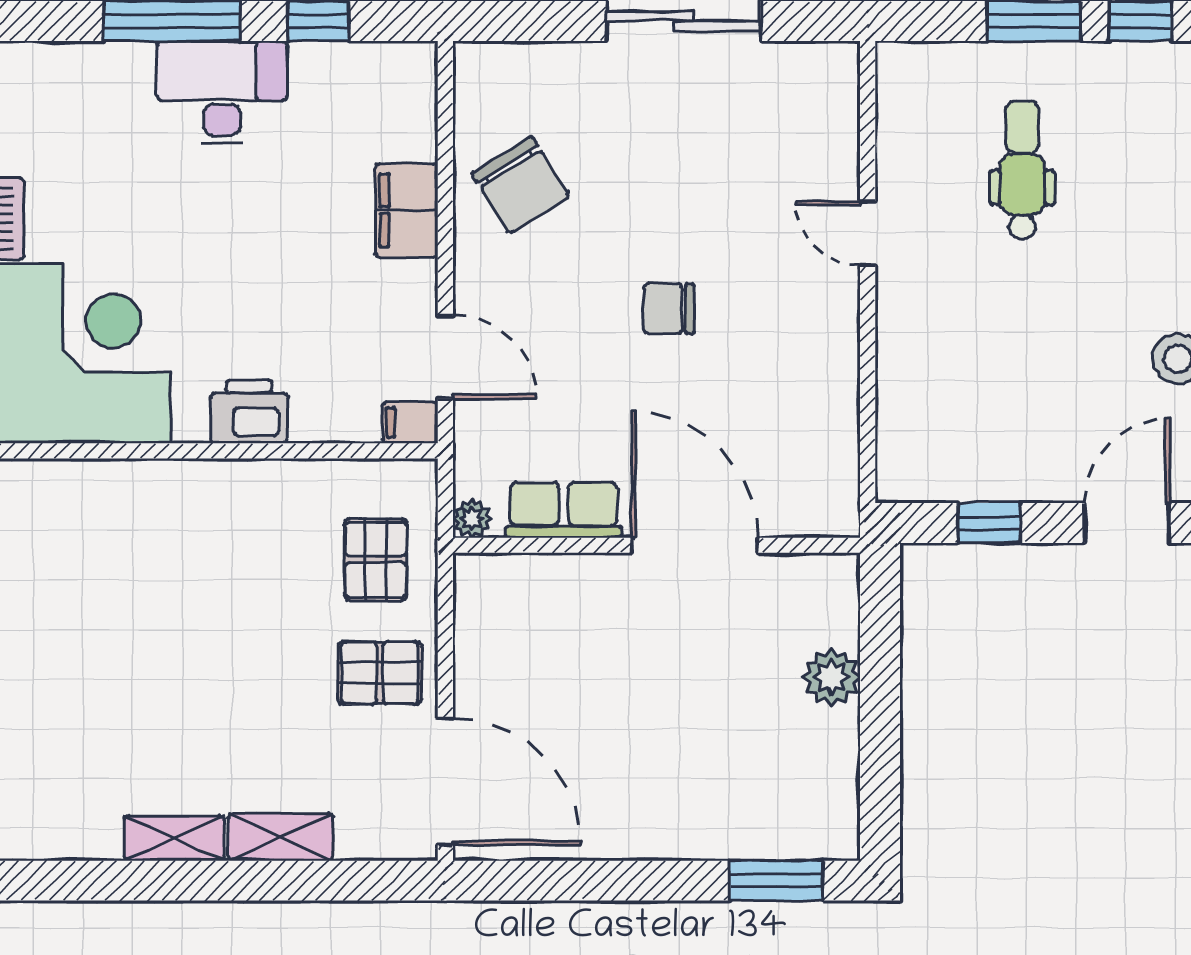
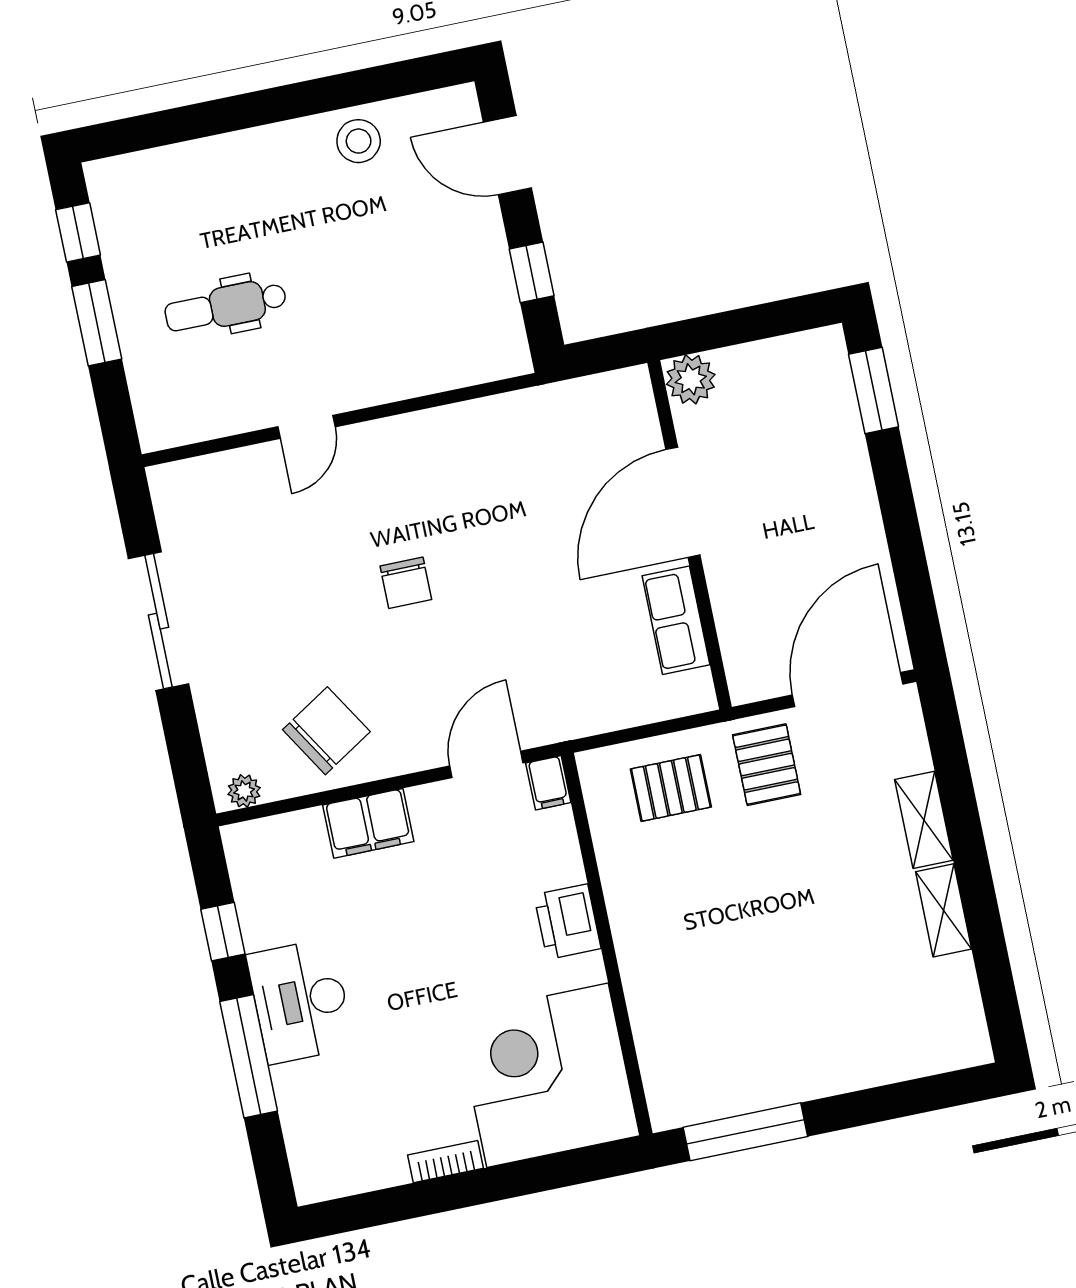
row of seats: (563, 510) -> (676, 620), moved
plant: (472, 519) -> (244, 791), moved
wall: (656, 545) -> (690, 535), moved
door: (695, 545) -> (683, 502), moved

